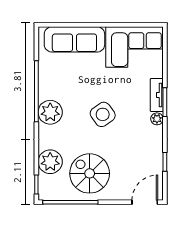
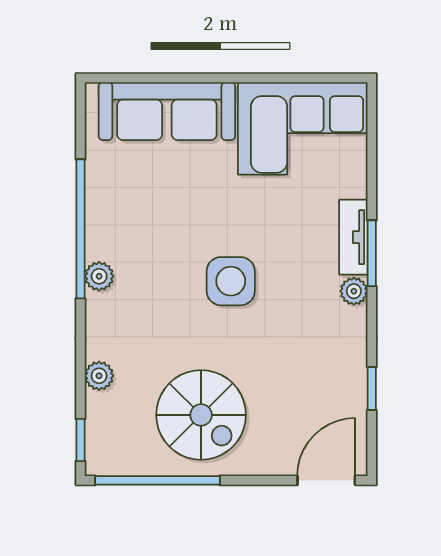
plant: (50, 112) -> (99, 276), width x0.53, depth x0.53
side table: (103, 114) -> (231, 281), turned 36
plant: (50, 162) -> (99, 376), width x0.53, depth x0.53
spiral stairs: (90, 173) -> (201, 415), turned 180

